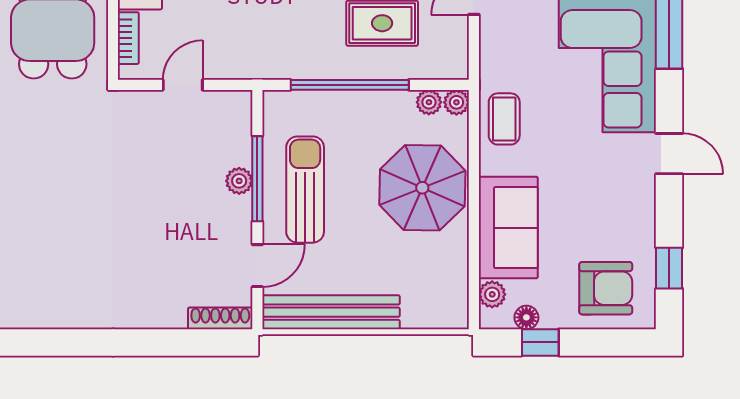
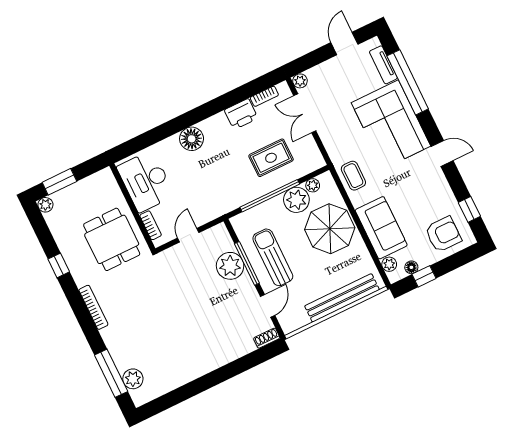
plant: (456, 102) -> (296, 200), moved, width x1.88, depth x1.88
plant: (239, 181) -> (230, 266), width x1.88, depth x1.88
bench: (331, 312) -> (342, 298), moved
shoe rack: (220, 318) -> (267, 338), width x0.70

